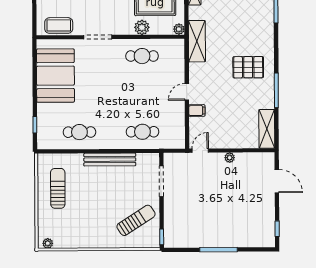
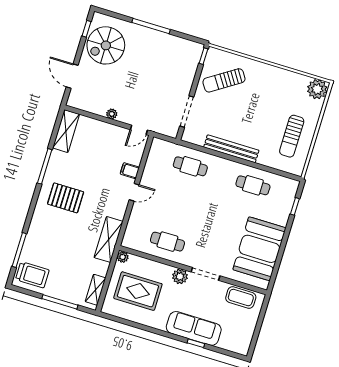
plant: (142, 27) -> (180, 276), moved
spiral stairs: (255, 219) -> (106, 45), added
plant: (48, 243) -> (317, 89), width x1.88, depth x1.88

